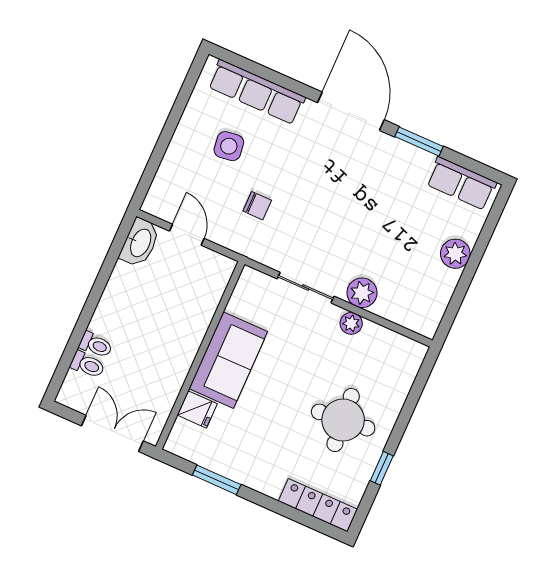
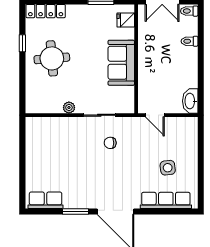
chair: (257, 206) -> (110, 143), moved
door: (187, 235) -> (155, 115), moved
plant: (455, 254) -> (33, 164), removed
plant: (362, 293) -> (70, 125), removed
toilet: (88, 365) -> (189, 11), moved
fridge: (197, 409) -> (126, 20), moved

